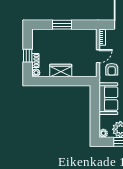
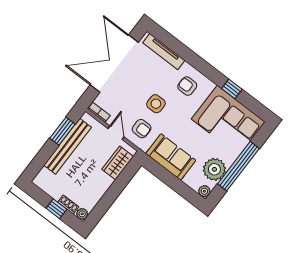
window: (62, 25) -> (62, 131), moved
bench: (69, 34) -> (68, 146), added
wardrobe: (61, 71) -> (118, 163), moved

